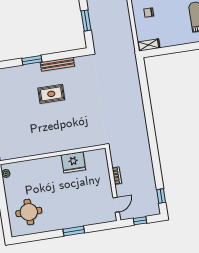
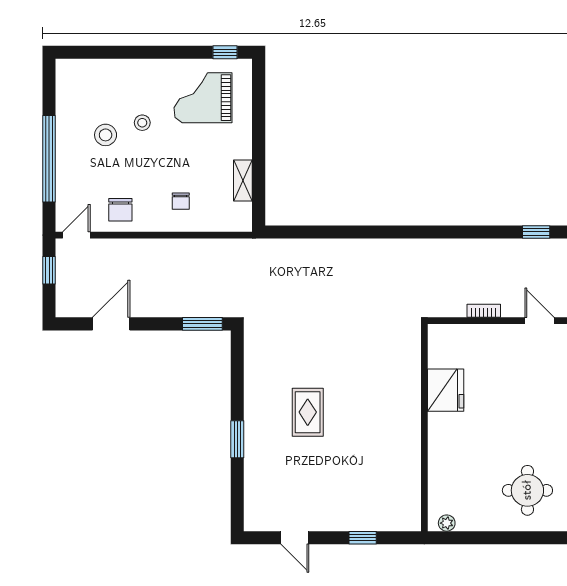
window: (86, 20) -> (202, 324), moved
shelving: (149, 45) -> (243, 181), moved
bench: (57, 64) -> (253, 392), removed

